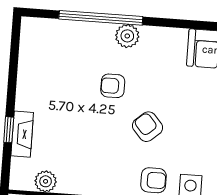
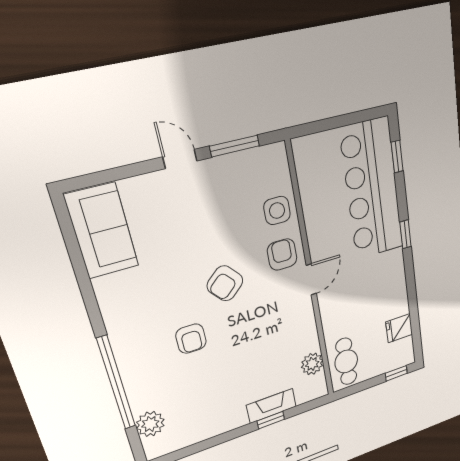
plant: (127, 36) -> (150, 424), moved

